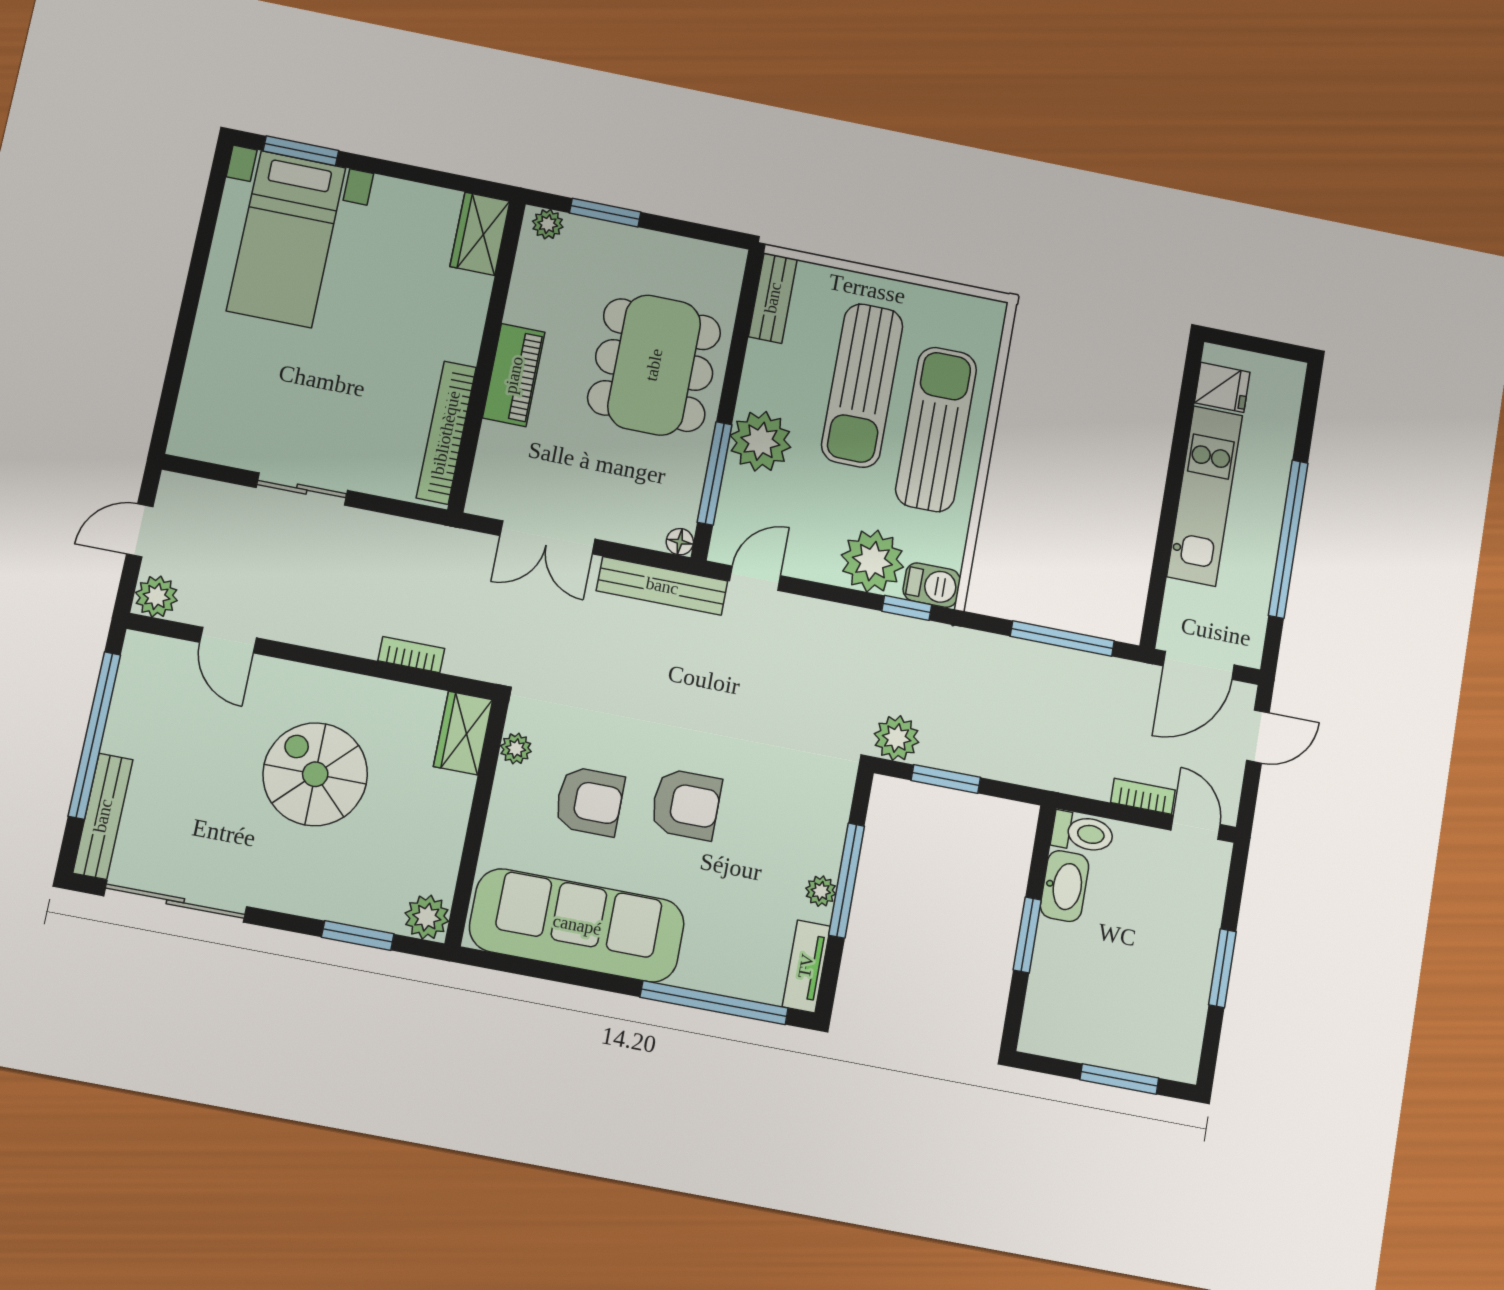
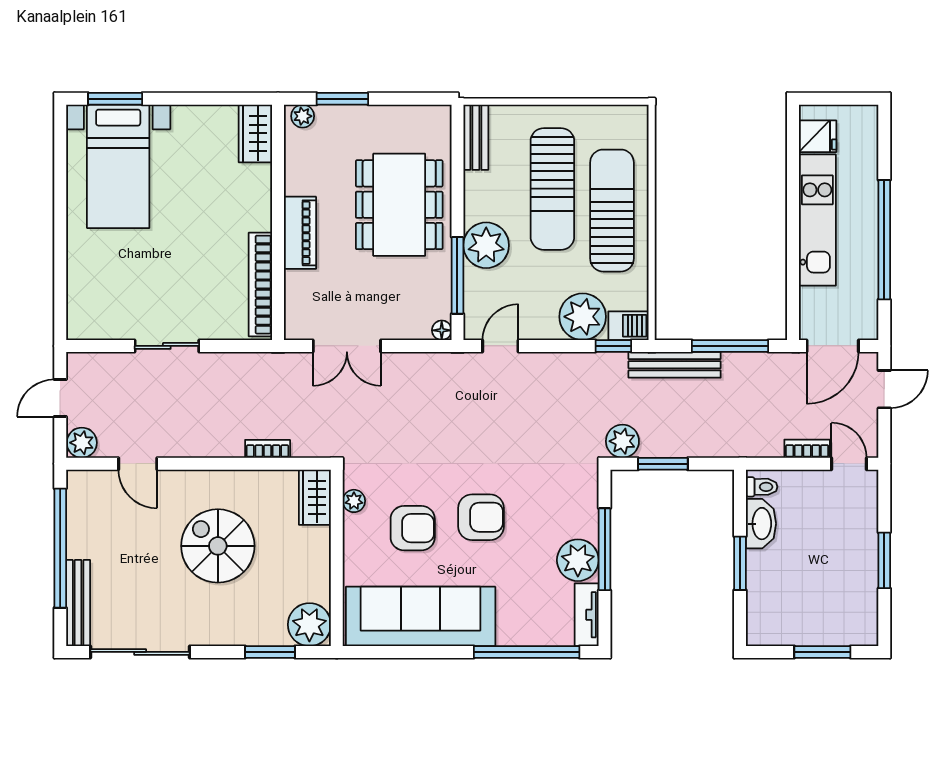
bench: (662, 586) -> (675, 365), moved
toilet: (1083, 833) -> (762, 487), width x0.73, depth x0.72
plant: (821, 891) -> (578, 560), width x1.88, depth x1.88
plant: (427, 917) -> (309, 625), width x1.36, depth x1.36

